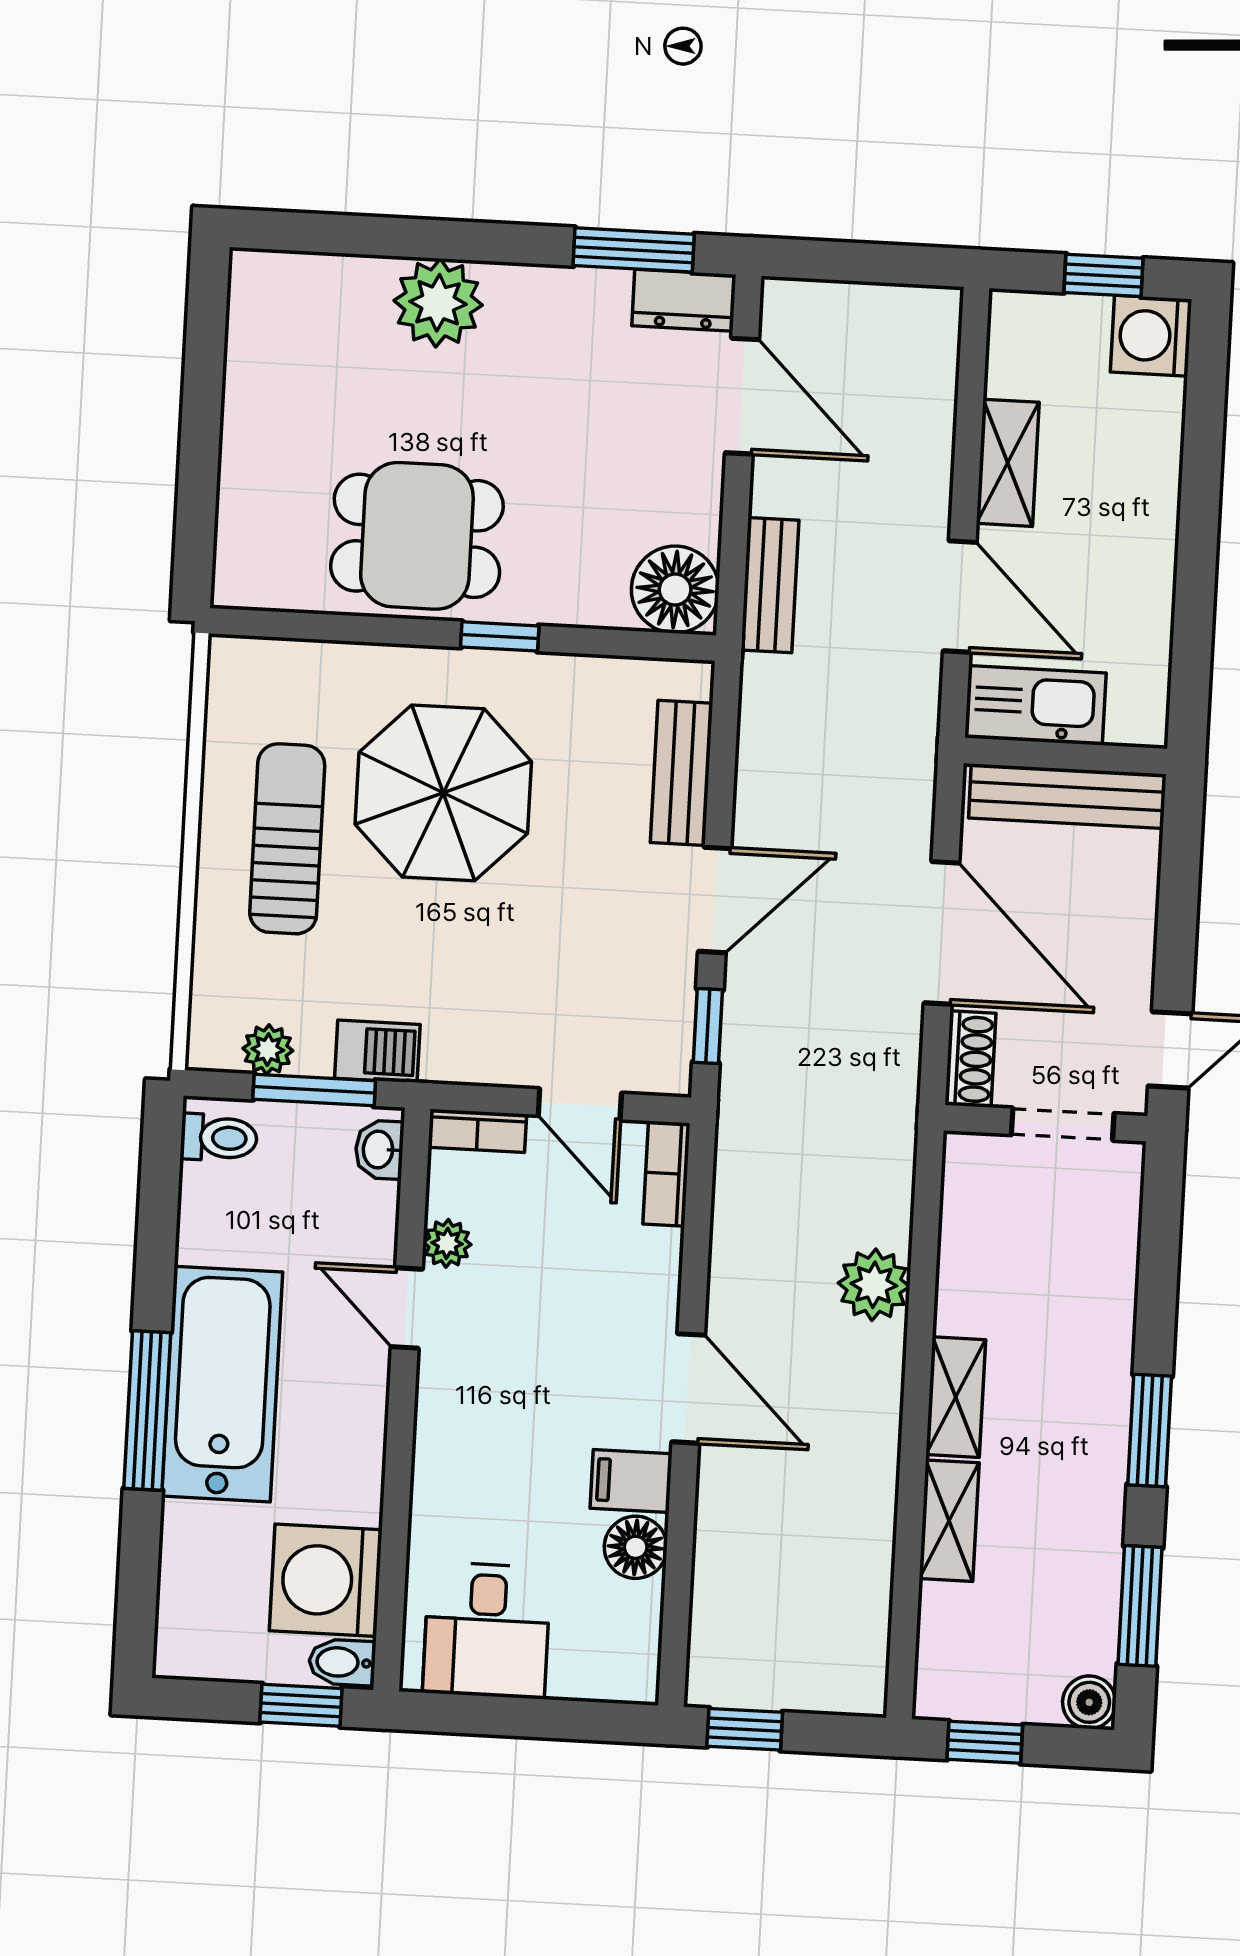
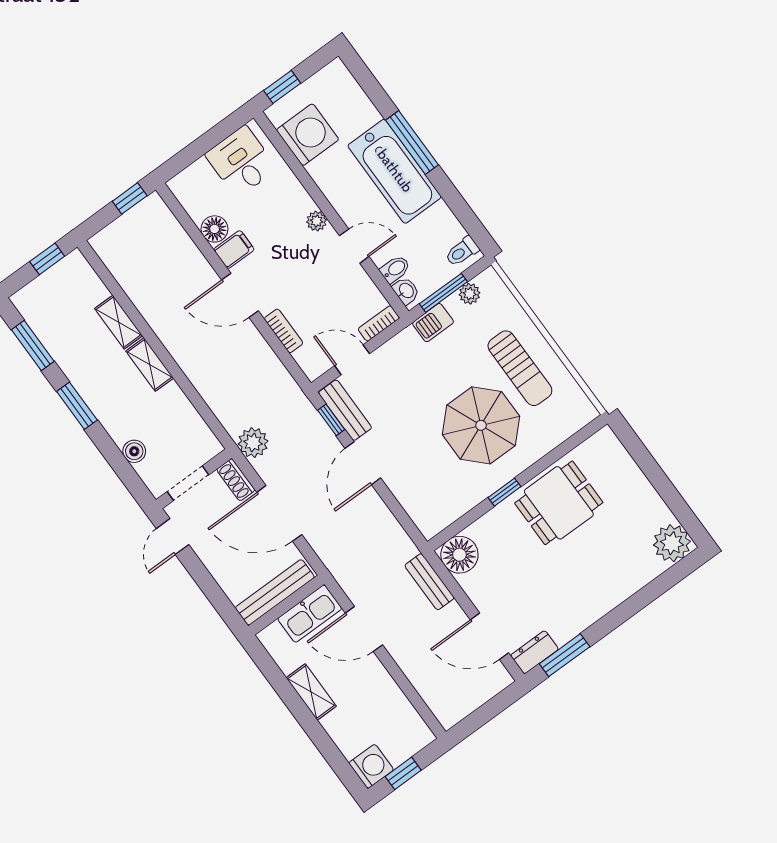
plant: (438, 303) -> (672, 543), moved
shelving: (1008, 463) -> (311, 692), moved
bench: (682, 773) -> (345, 410), moved
bookcase: (666, 1174) -> (284, 331), moved
plant: (447, 1243) -> (317, 221), moved
plant: (874, 1285) -> (253, 443), moved
bidet: (342, 1662) -> (395, 269), moved
boiler: (1089, 1702) -> (134, 451), moved

